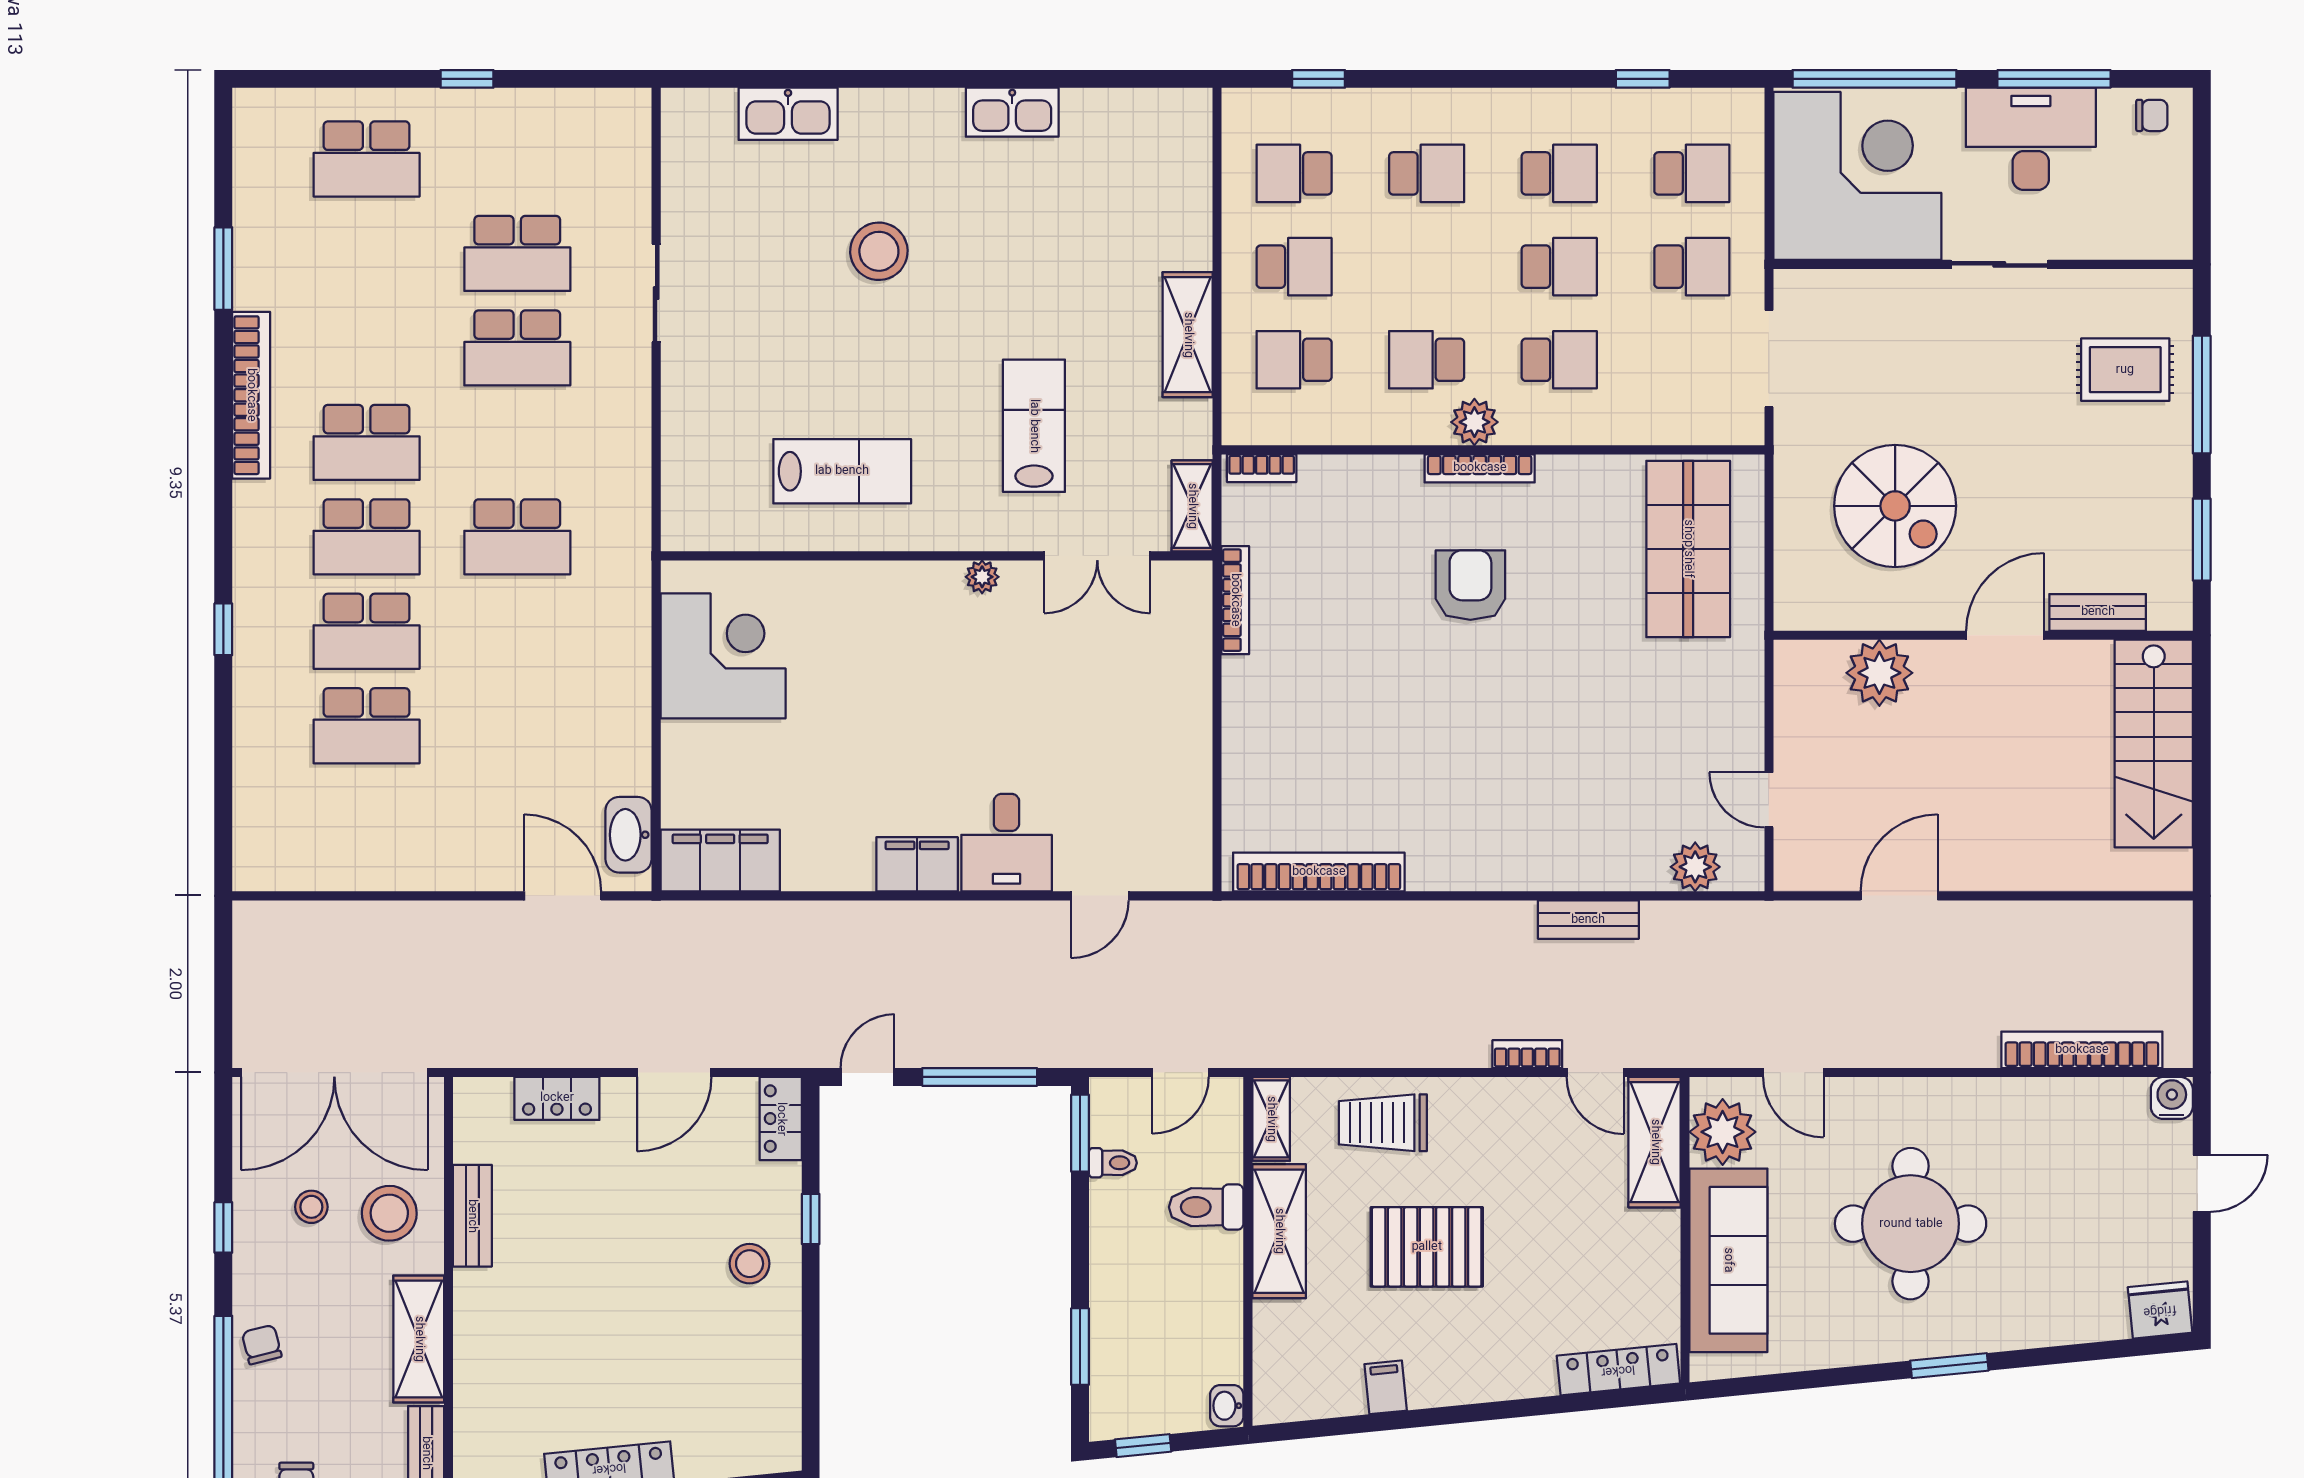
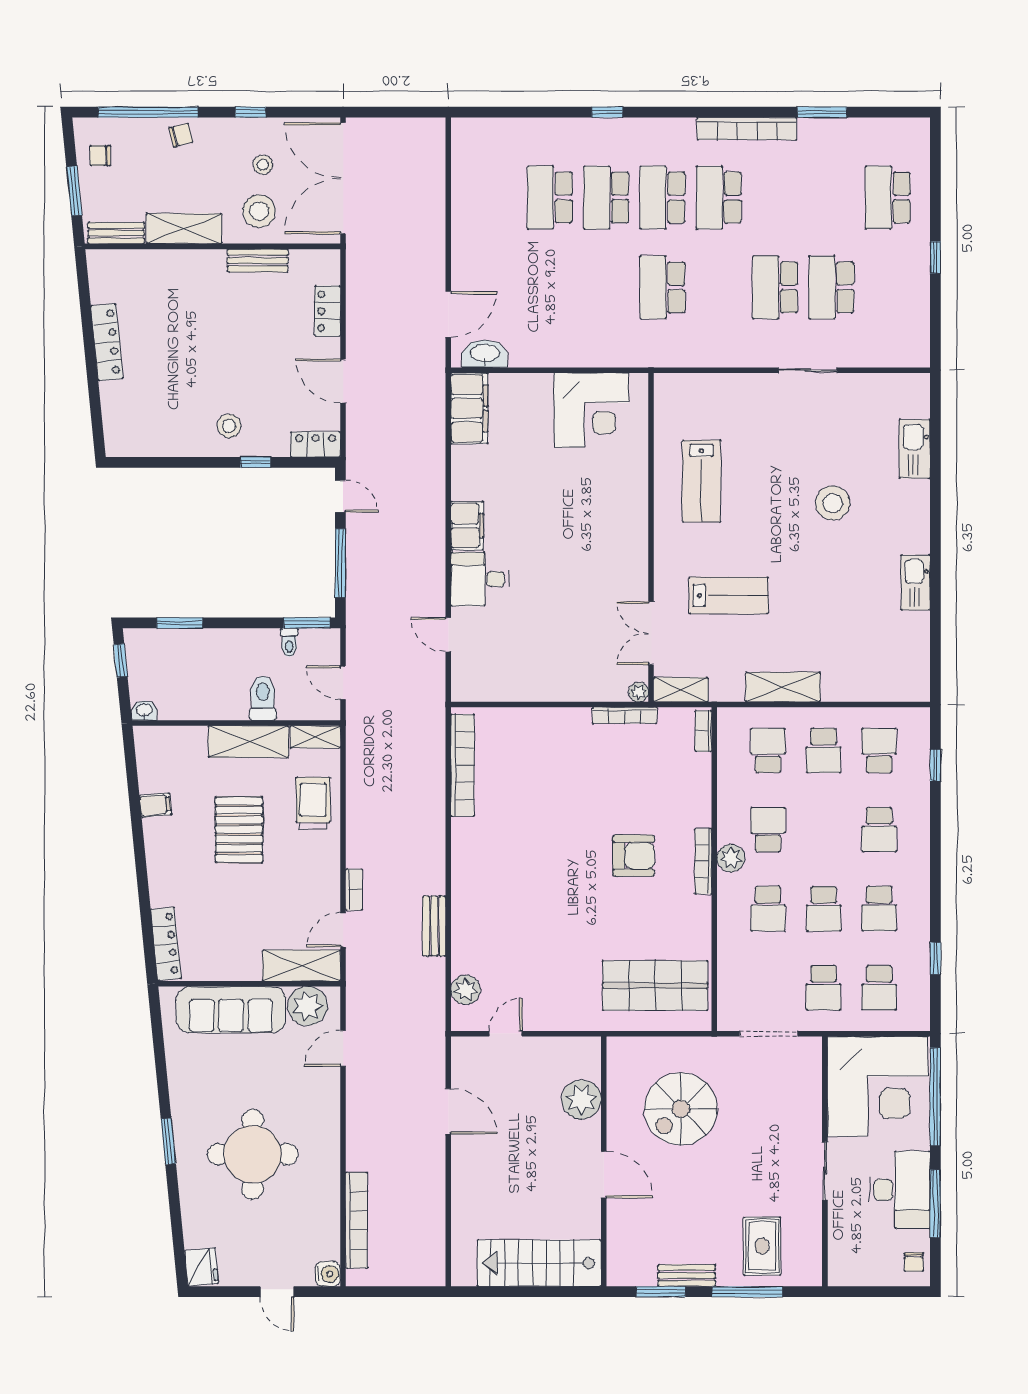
plant: (982, 577) -> (639, 692), moved
bench: (2098, 612) -> (687, 1275), moved, turned 90
round table: (1911, 1224) -> (253, 1154), moved

